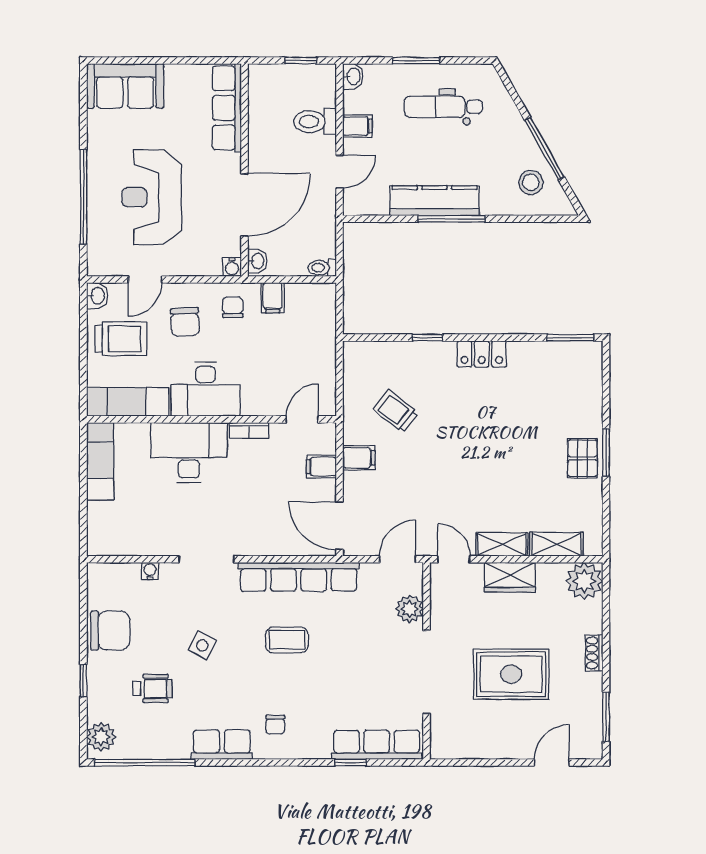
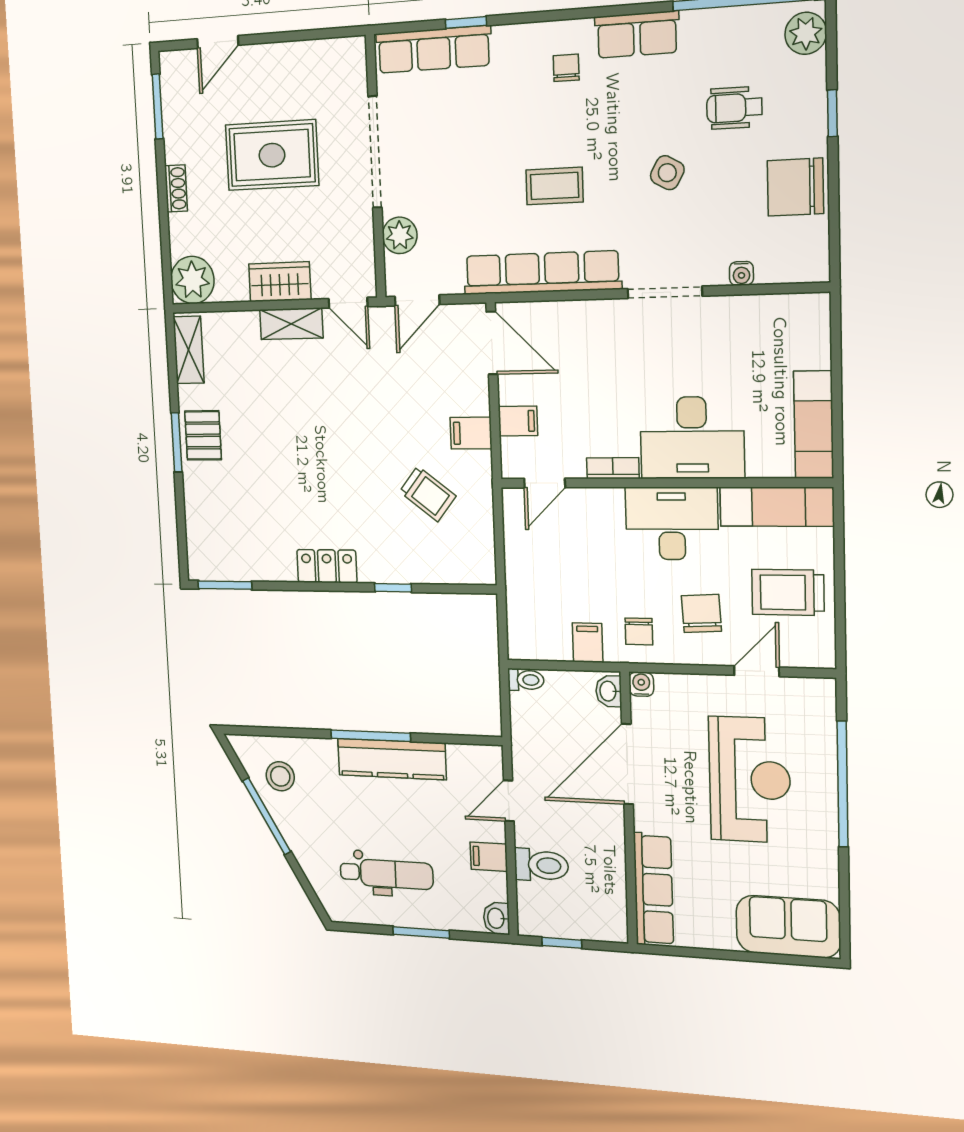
washbasin: (97, 296) -> (822, 651), removed
shelving: (557, 544) -> (189, 350), moved, turned 90

